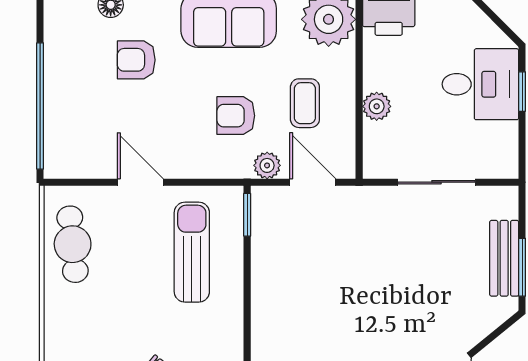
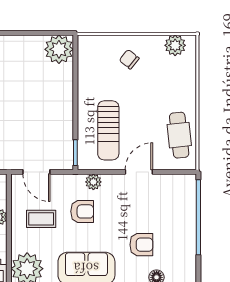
coffee table: (305, 103) -> (41, 219), turned 90
plant: (267, 165) -> (93, 182), moved
door: (140, 182) -> (139, 172), swing flipped

